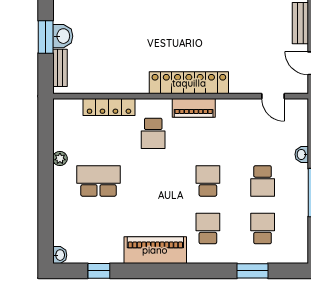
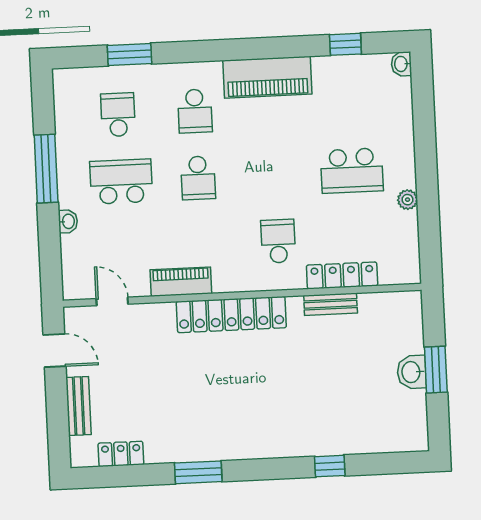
bench: (60, 68) -> (331, 304), moved, turned 90
piano: (194, 108) -> (181, 282), moved
school desk: (263, 181) -> (121, 182), width x1.85
school desk: (263, 229) -> (118, 115), turned 180

